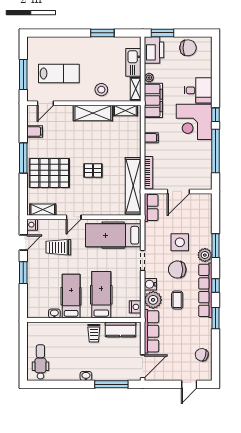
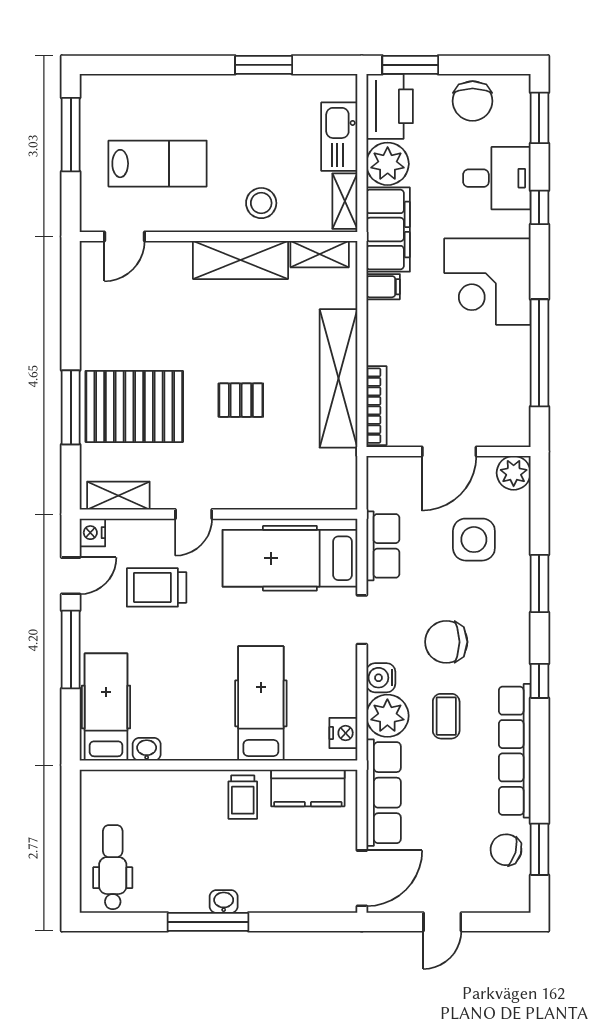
chair: (188, 48) -> (473, 101), turned 90
window: (215, 55) -> (539, 118), added
window: (23, 74) -> (71, 135), moved
plant: (149, 78) -> (388, 164), width x1.88, depth x1.88
desk: (198, 90) -> (497, 178), moved
window: (215, 115) -> (539, 207), moved
filing cabinet: (35, 132) -> (99, 305), removed
filing cabinet: (151, 138) -> (383, 287), moved
window: (23, 158) -> (71, 407), moved
shelving: (133, 186) -> (338, 378), moved
row of seats: (151, 208) -> (383, 546), moved
side table: (180, 242) -> (474, 540), moved
plant: (205, 255) -> (514, 473), moved
window: (23, 273) -> (71, 649), width x1.44
row of seats: (205, 290) -> (515, 751), moved
hospital bed: (71, 296) -> (106, 707), moved
window: (215, 318) -> (539, 849), moved
window: (111, 384) -> (208, 922), moved
door: (189, 384) -> (442, 922), moved

